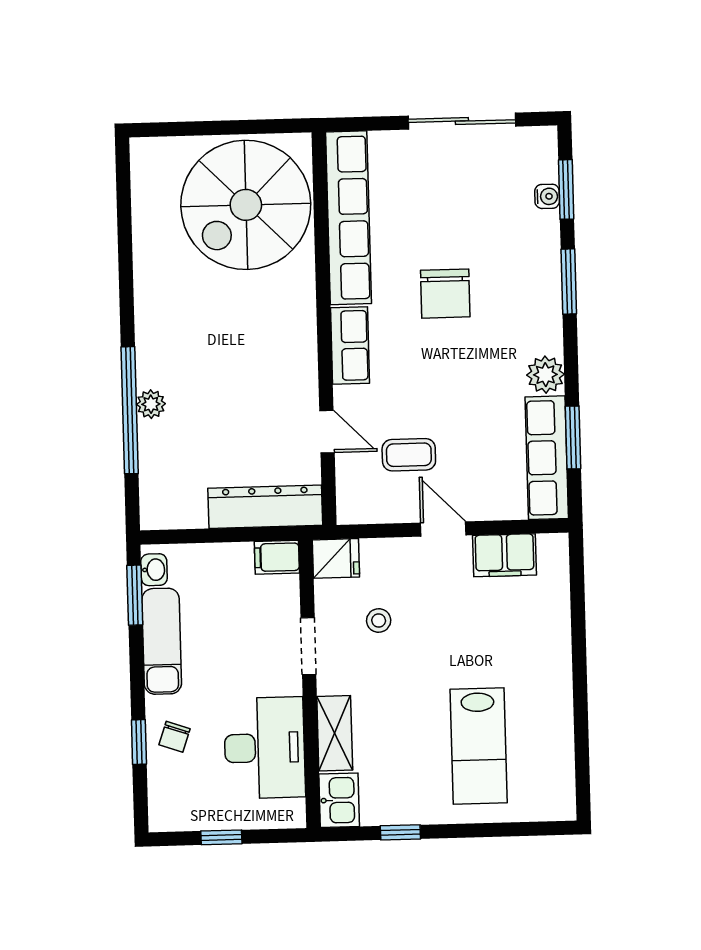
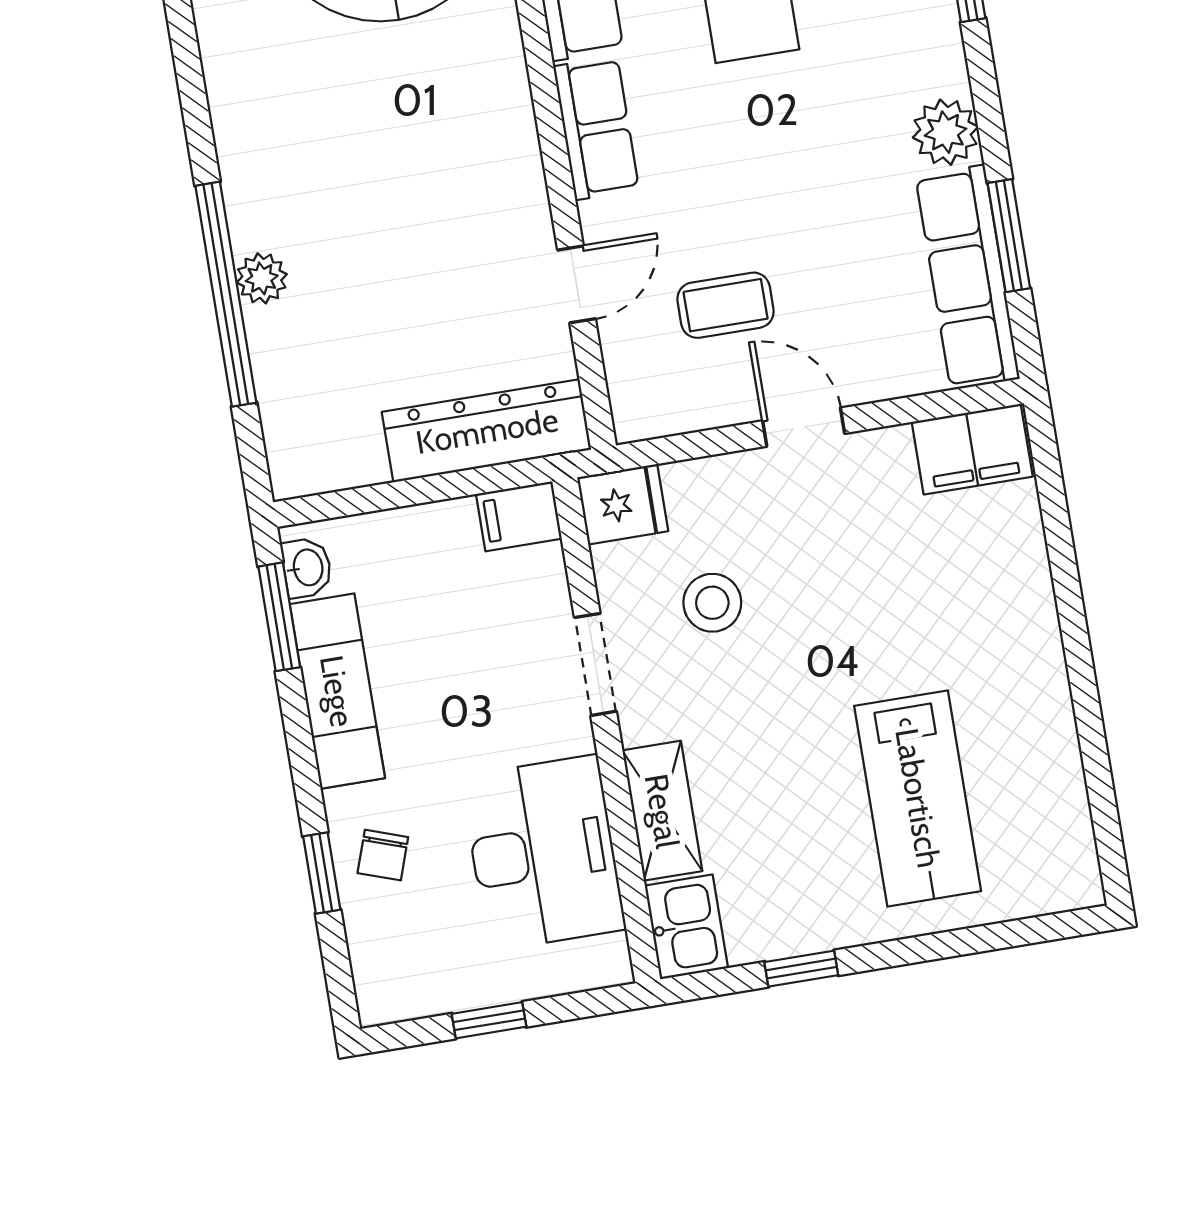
door: (327, 432) -> (577, 284), hinge flipped
filing cabinet: (505, 555) -> (972, 449), moved
stool: (379, 620) -> (712, 603), width x1.37, depth x1.37

